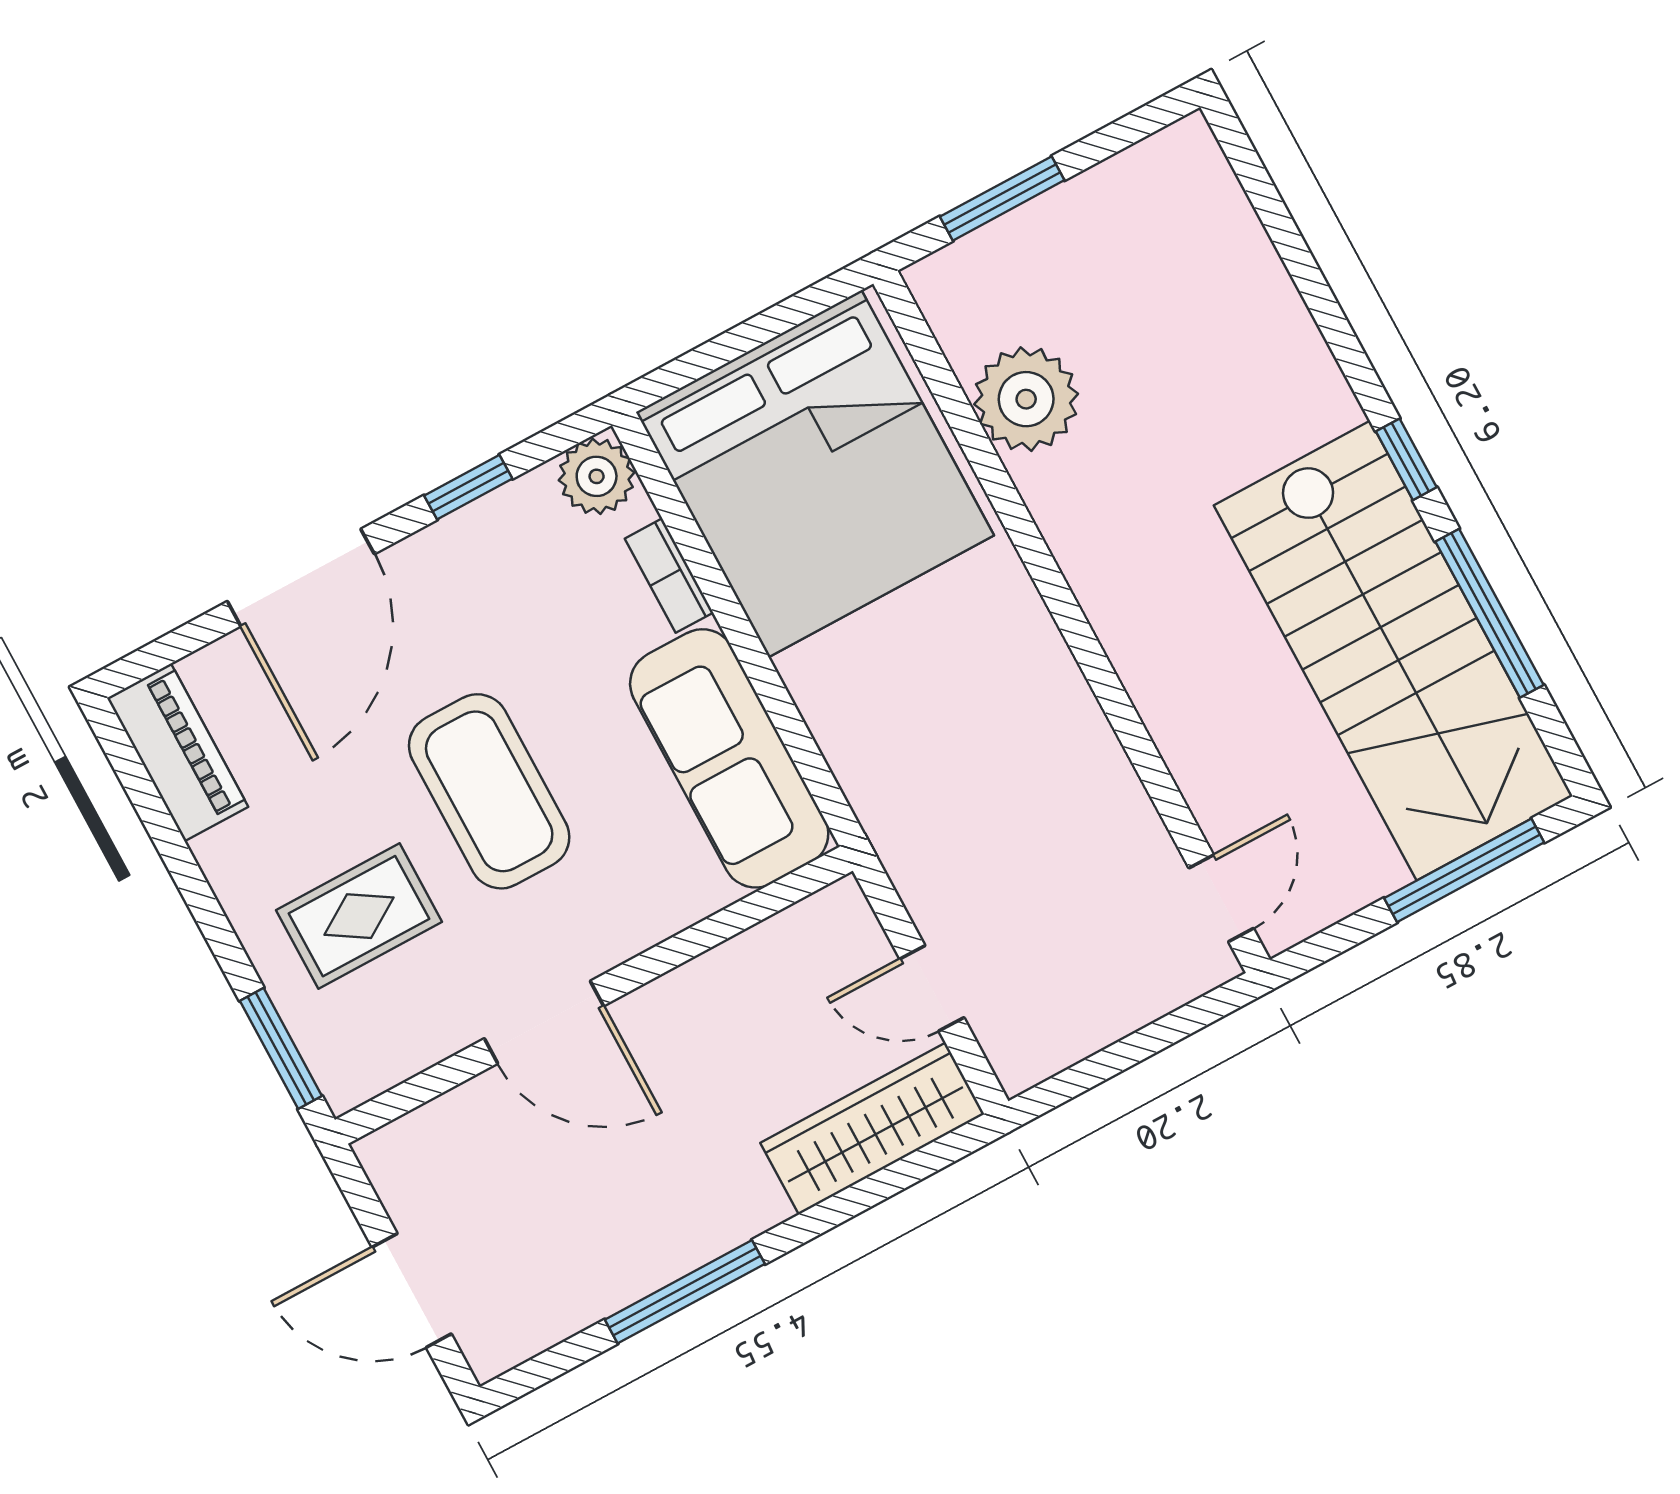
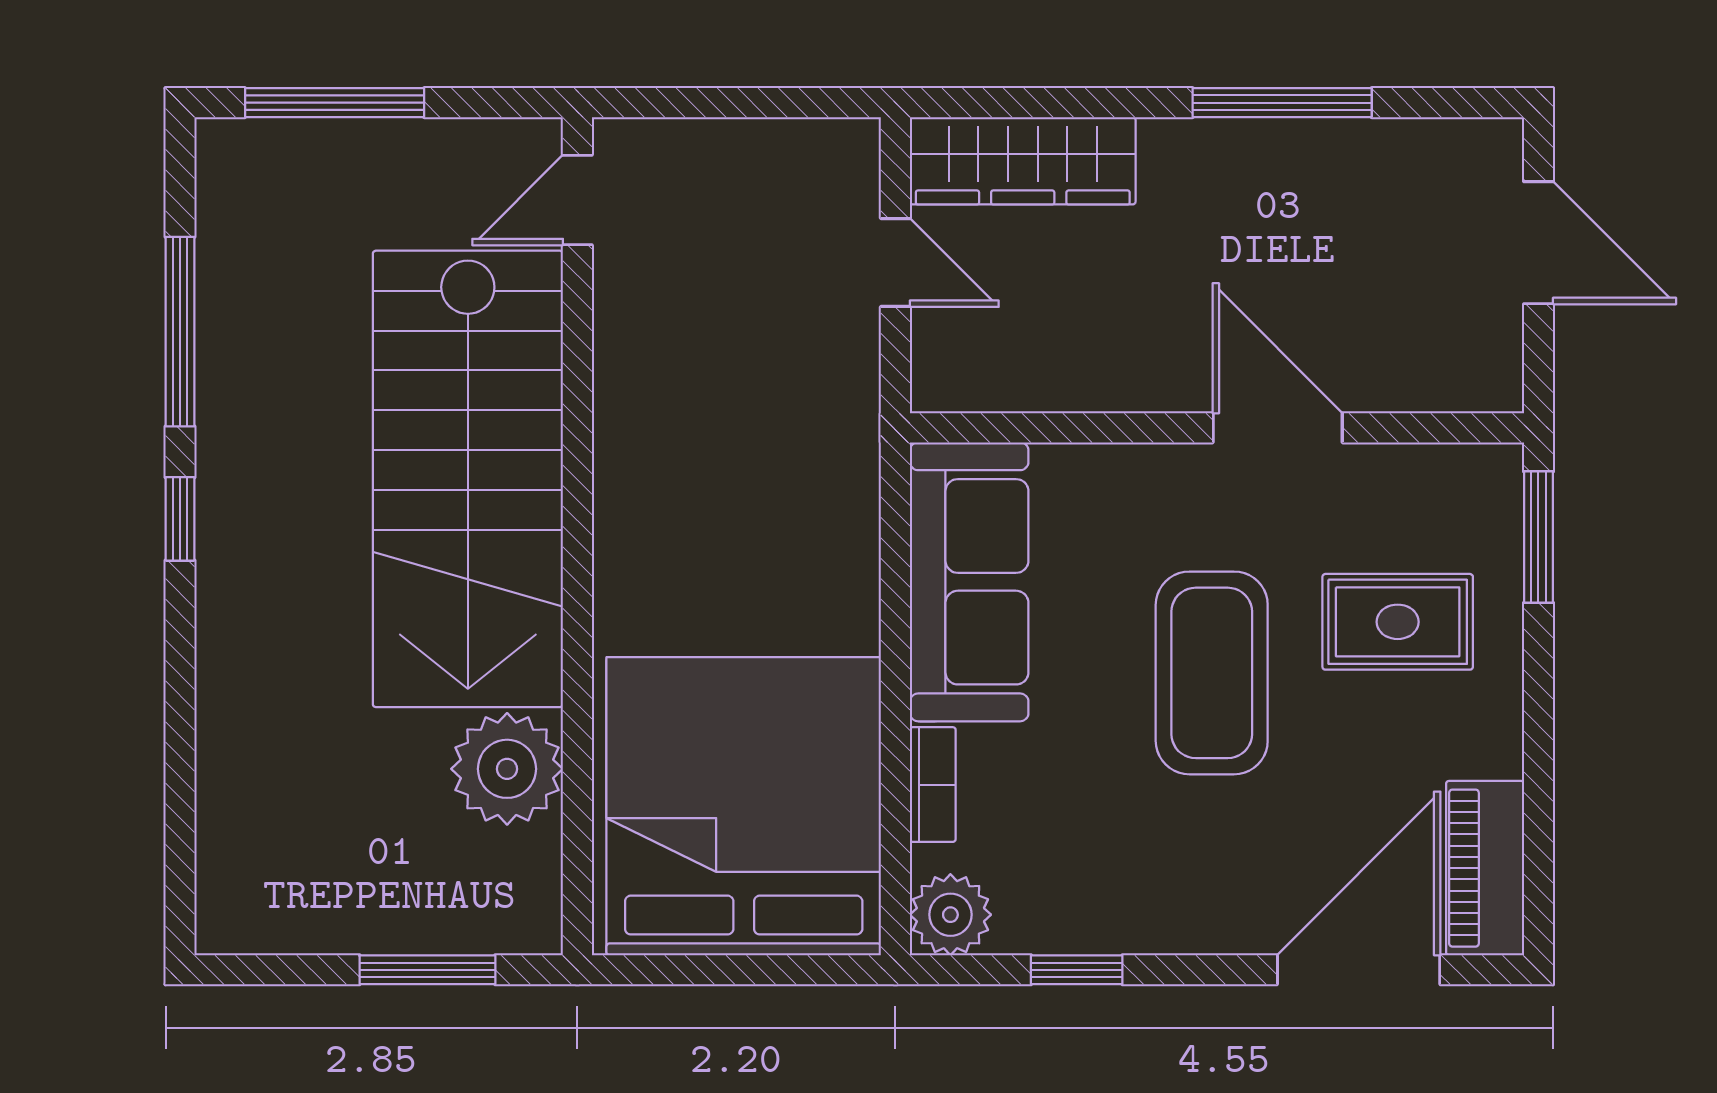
door: (301, 578) -> (1359, 970), moved
stairs: (1393, 651) -> (468, 479), moved, turned 180

